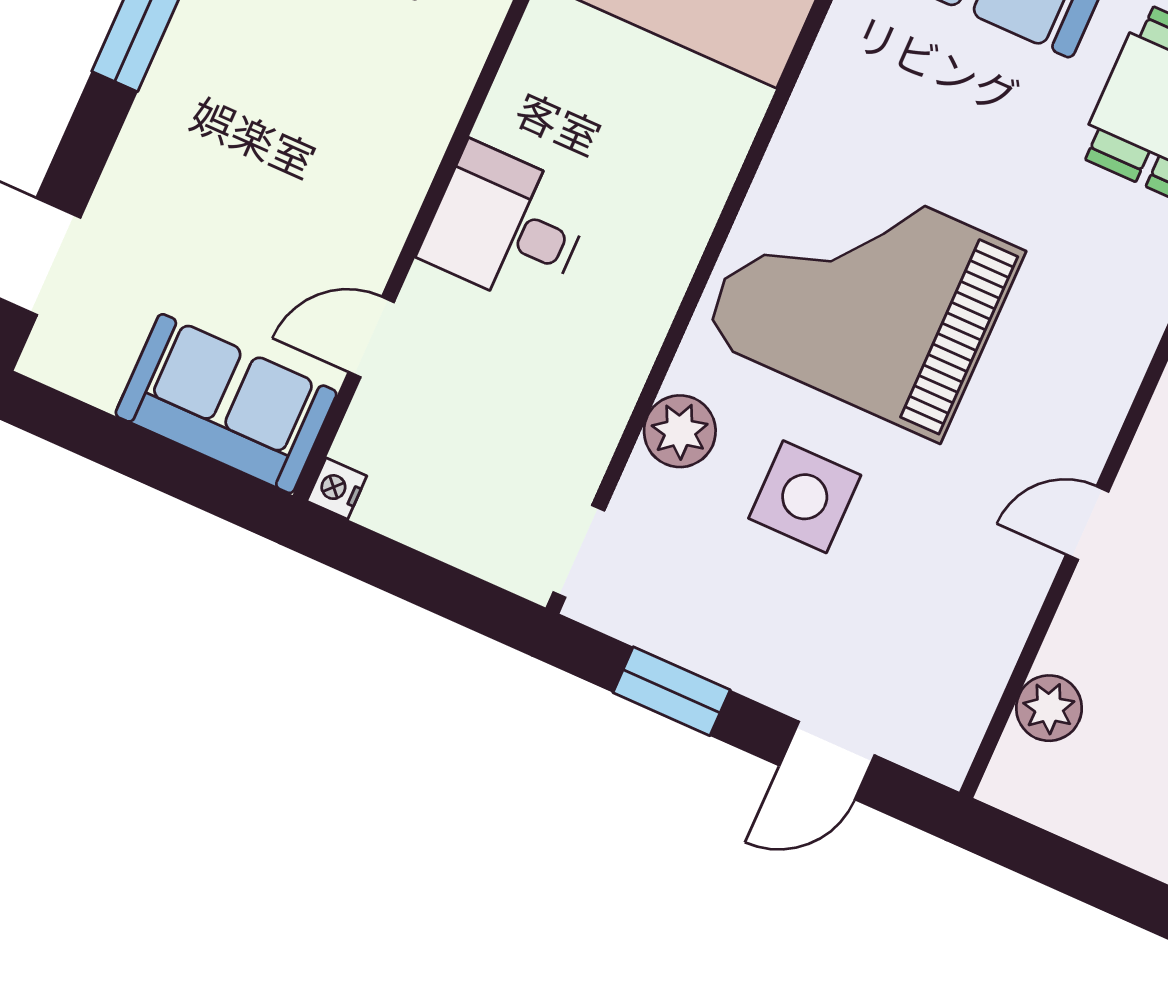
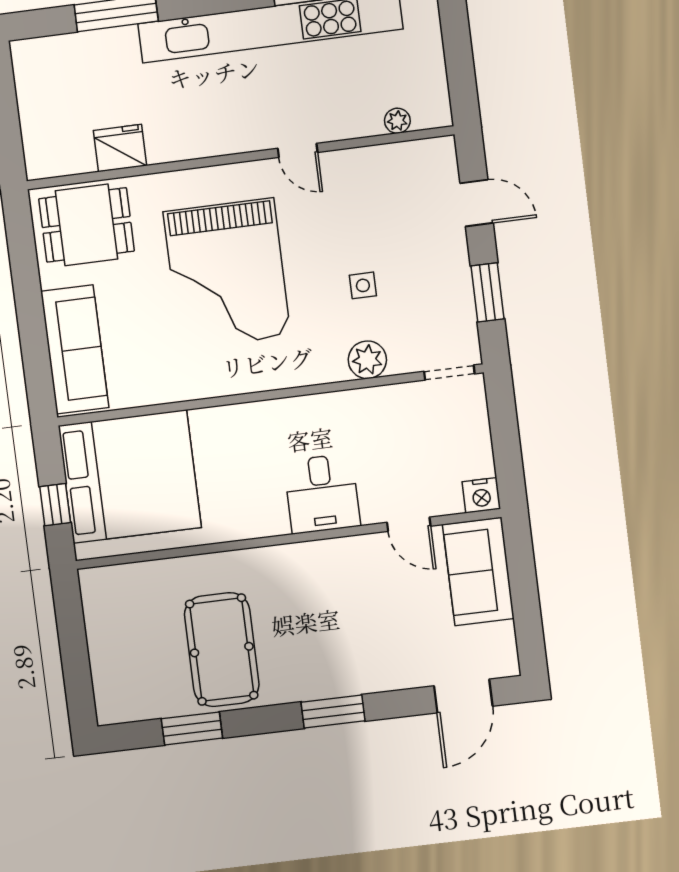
grand piano: (863, 294) -> (227, 274), moved
nightstand: (337, 489) -> (481, 495), width x1.39, depth x1.35
side table: (805, 497) -> (363, 285), width x0.54, depth x0.54
plant: (1049, 708) -> (397, 121), width x0.73, depth x0.73

